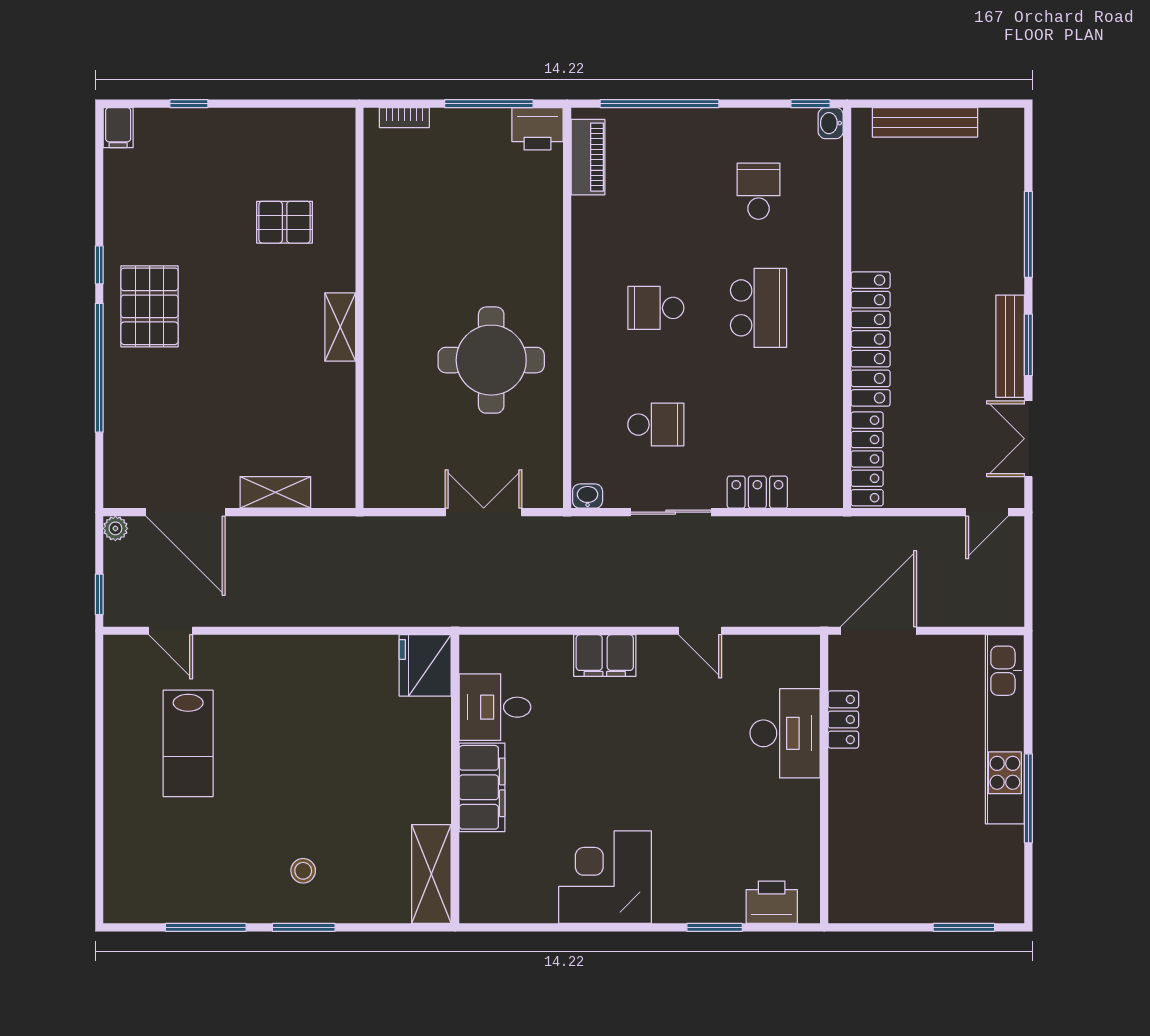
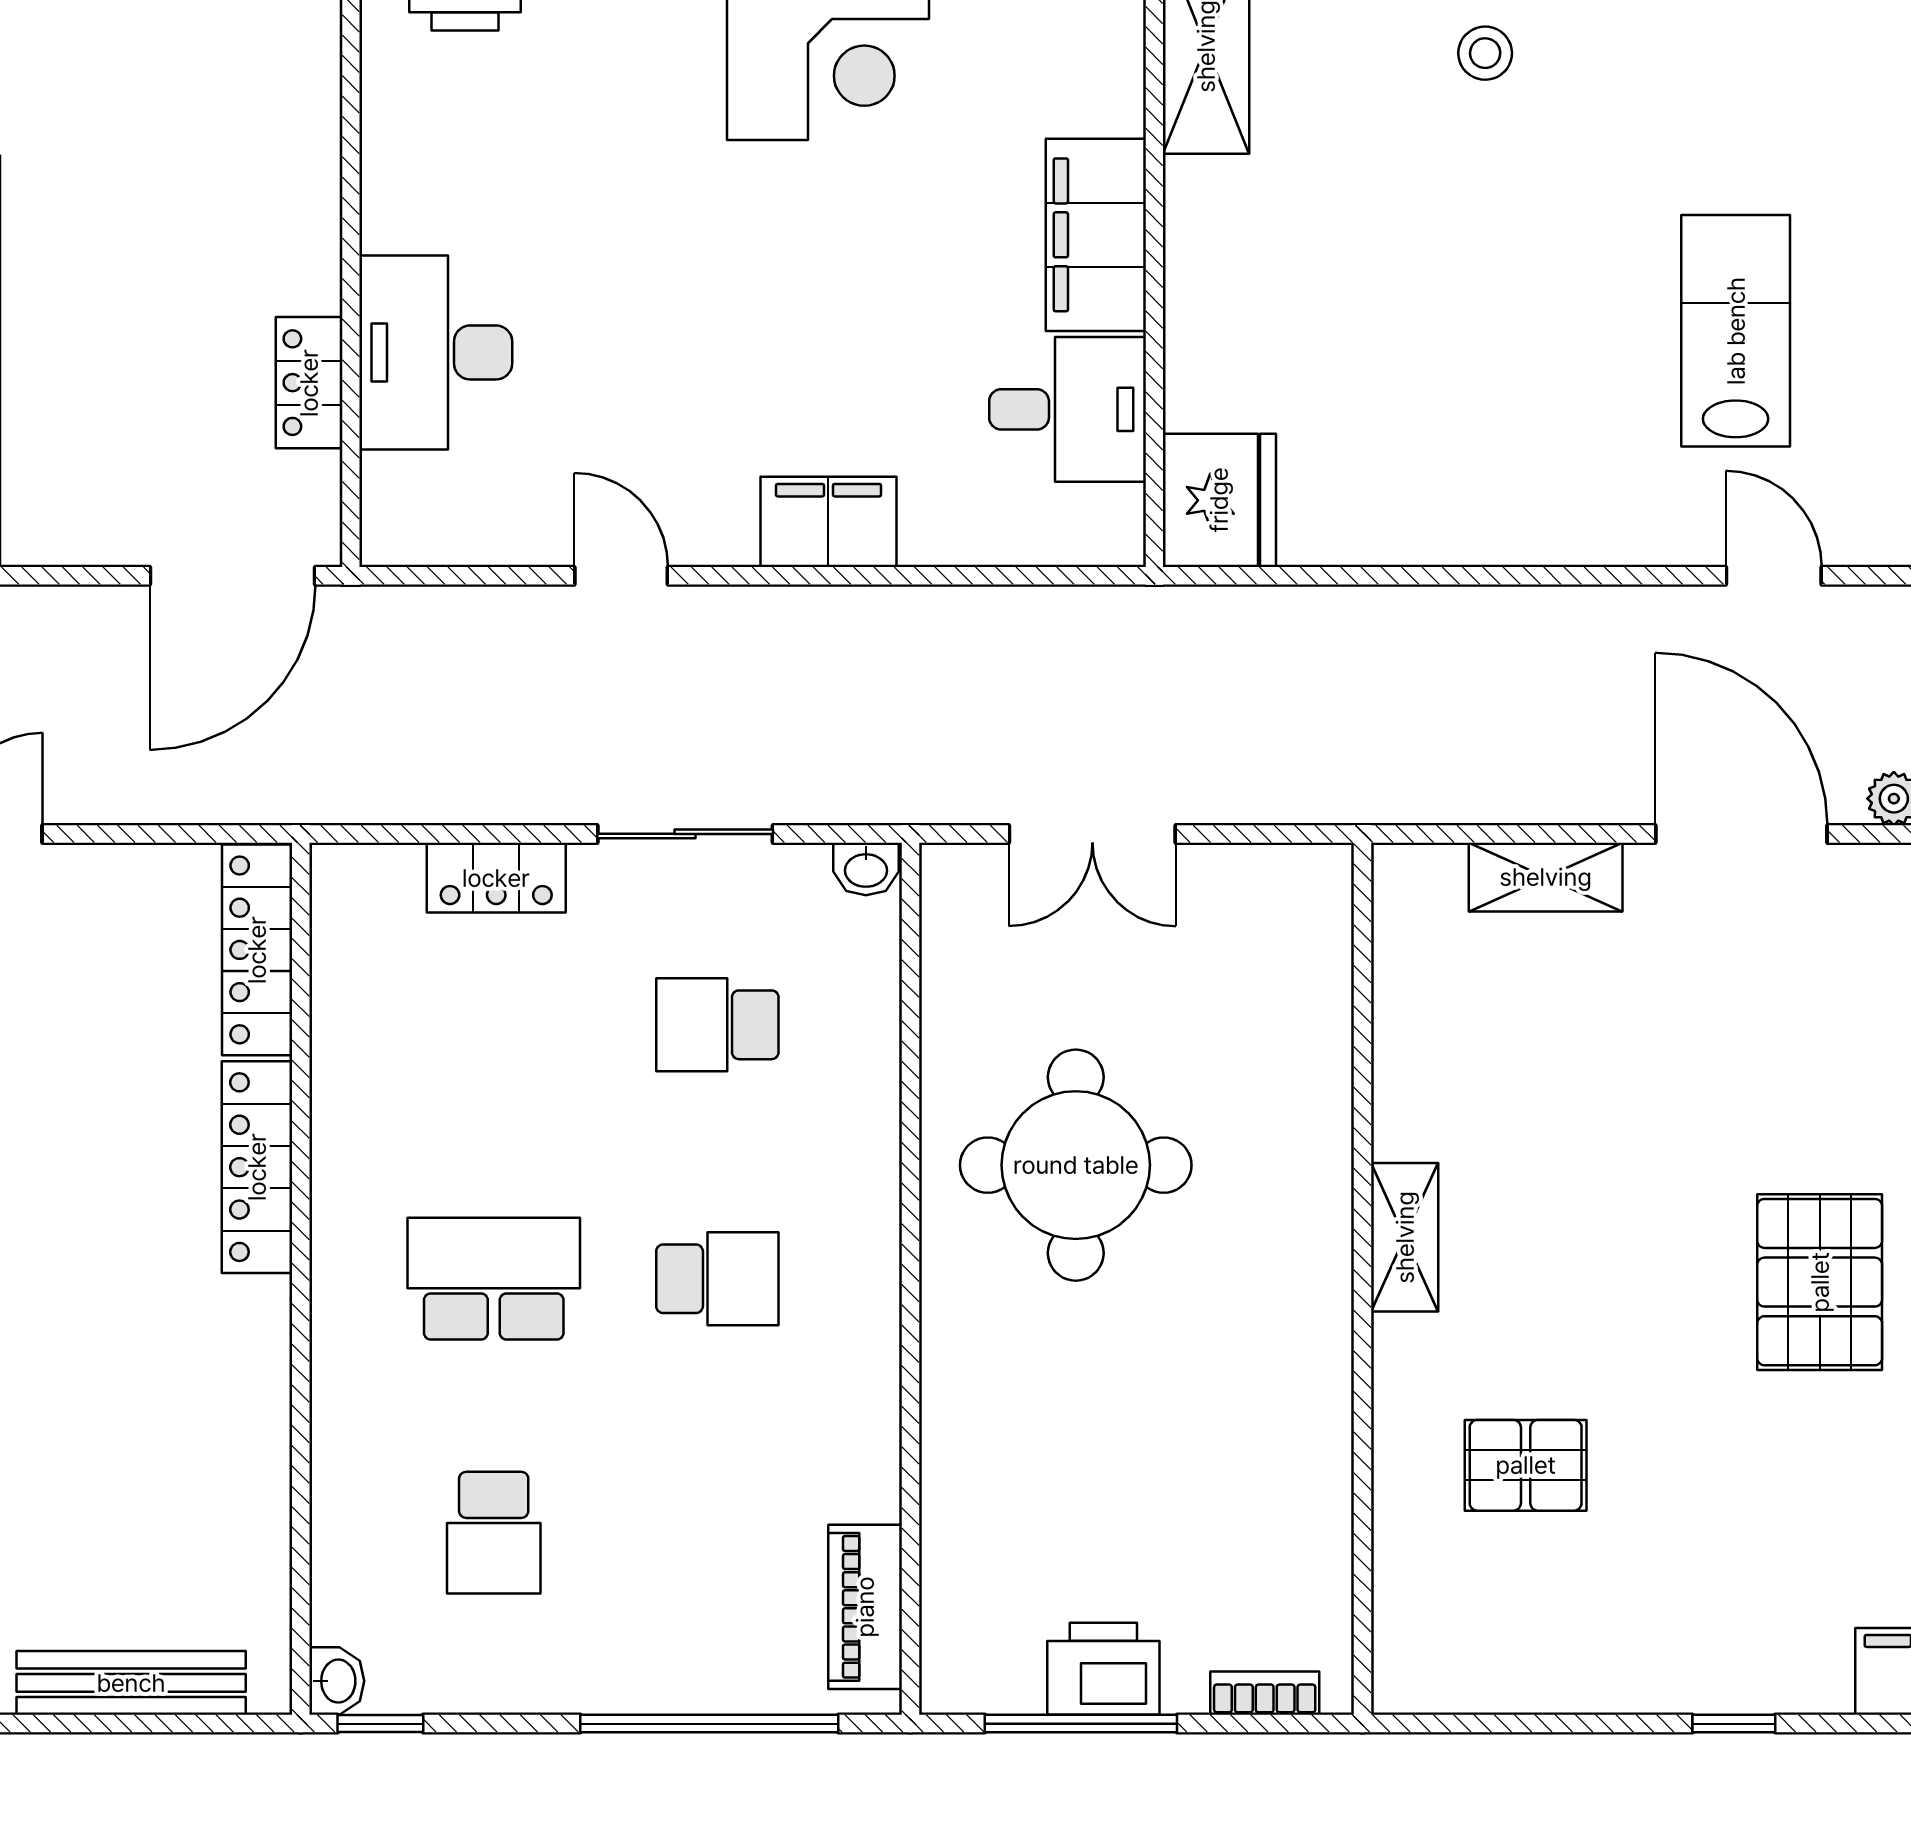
printer: (537, 129) -> (1103, 1669), moved
school desk: (758, 308) -> (494, 1279), turned 90
locker: (871, 339) -> (257, 1167), width x0.71, depth x0.83

